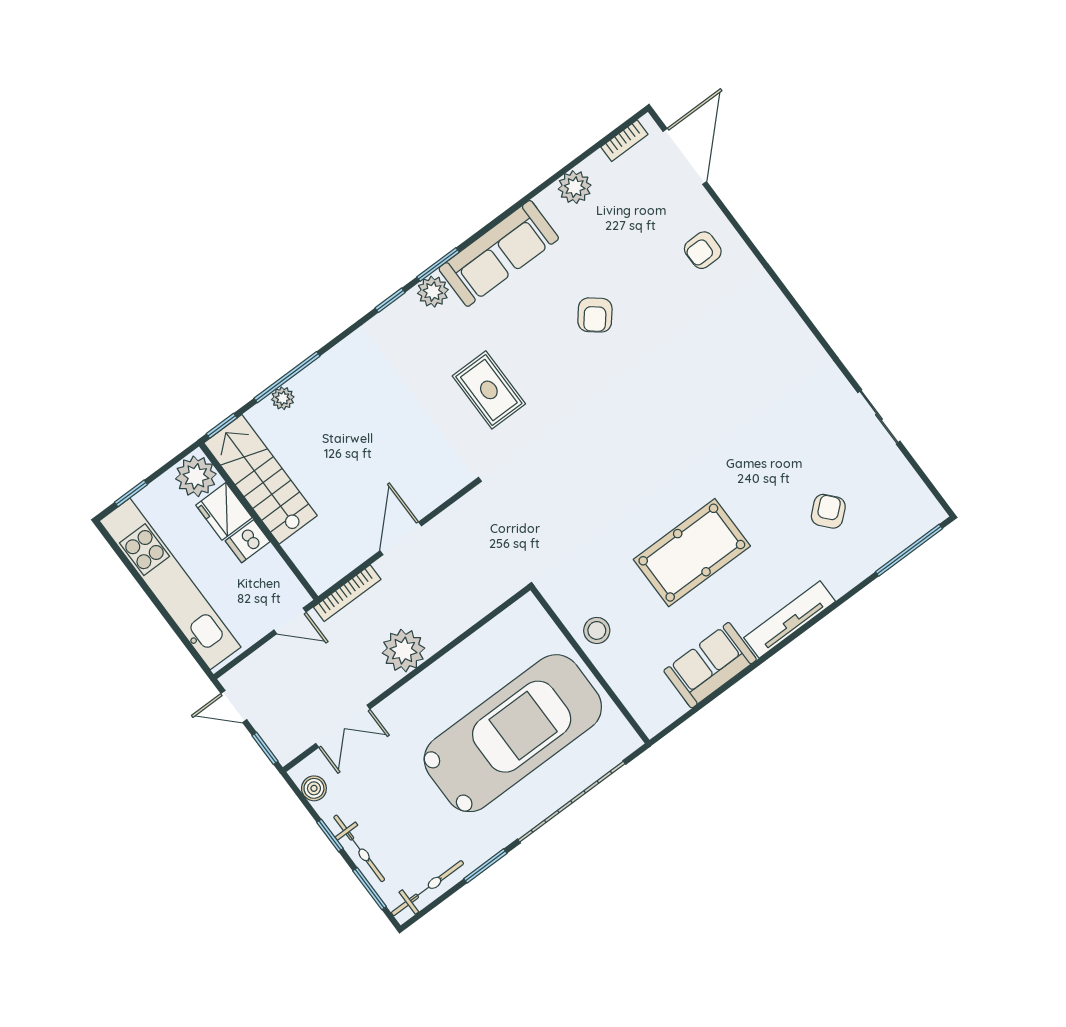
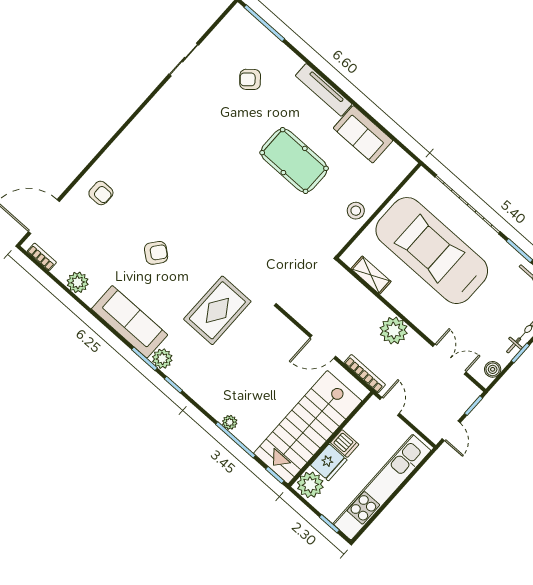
rug: (489, 390) -> (217, 310), width x1.36, depth x1.43
plant: (283, 398) -> (230, 422), moved
stairs: (261, 479) -> (308, 427), width x1.36, depth x1.51
shelving: (494, 634) -> (371, 275), added

